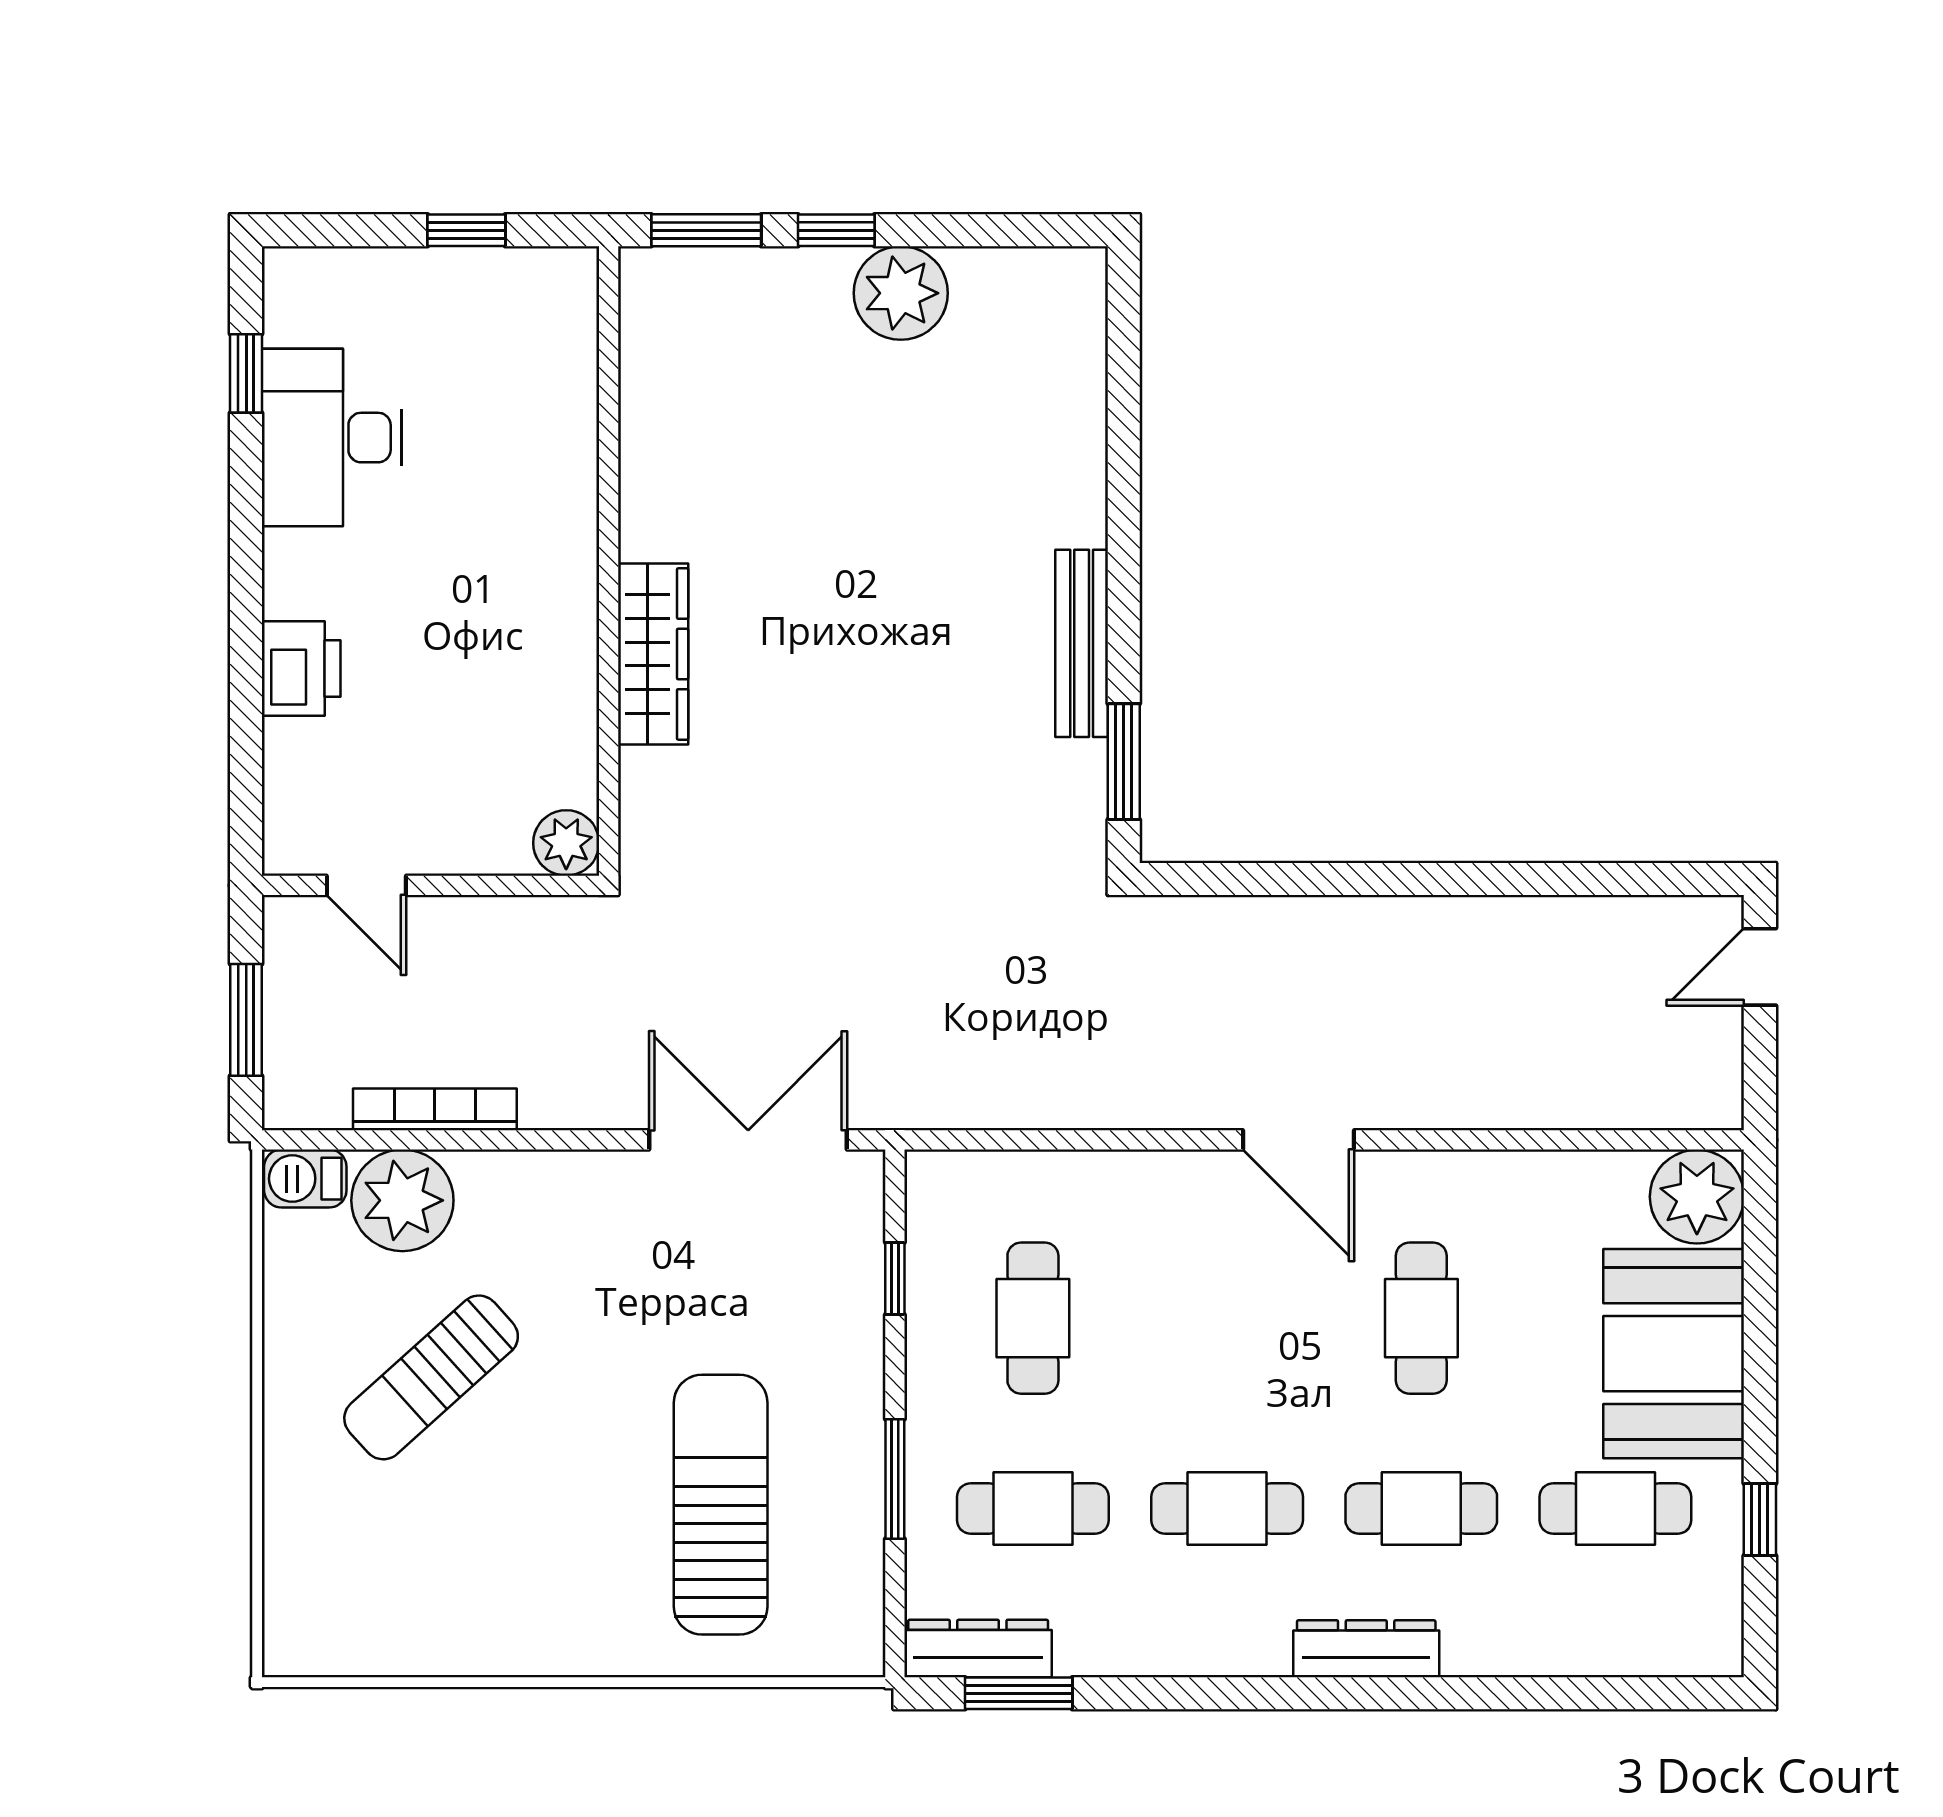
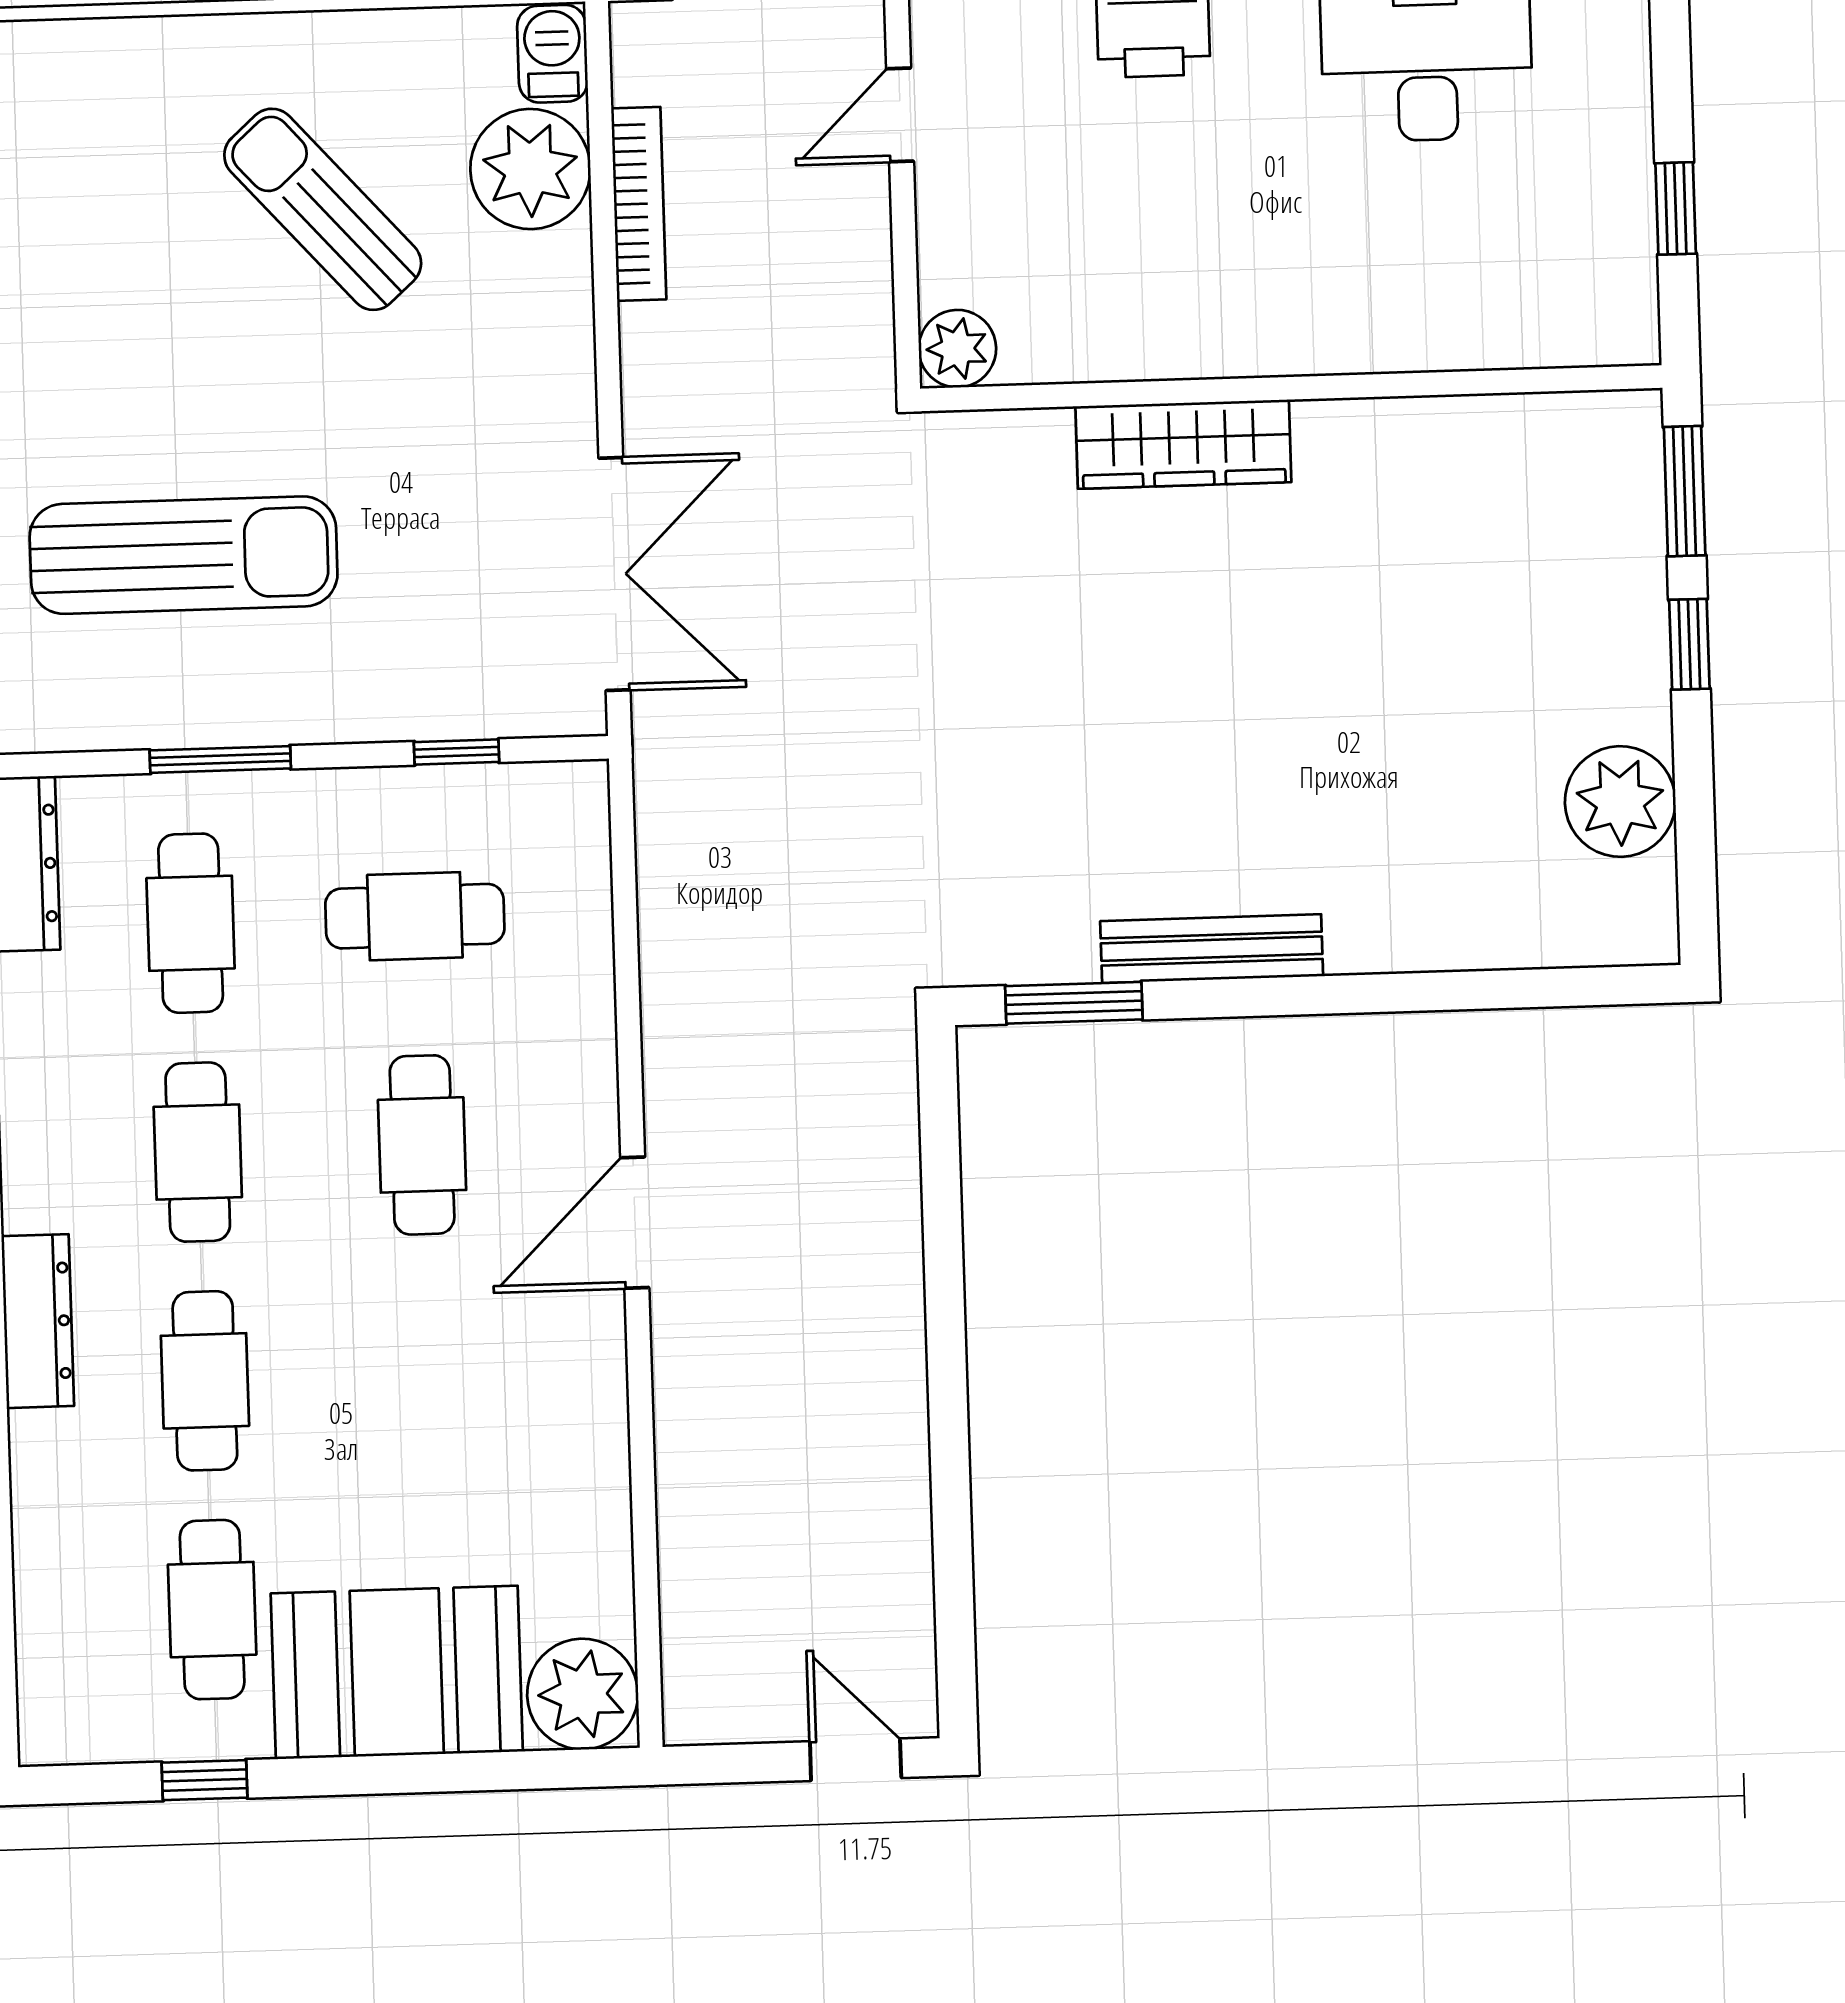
plant: (901, 293) -> (1620, 802), moved
cafe table: (1421, 1318) -> (422, 1145), moved, turned 90

